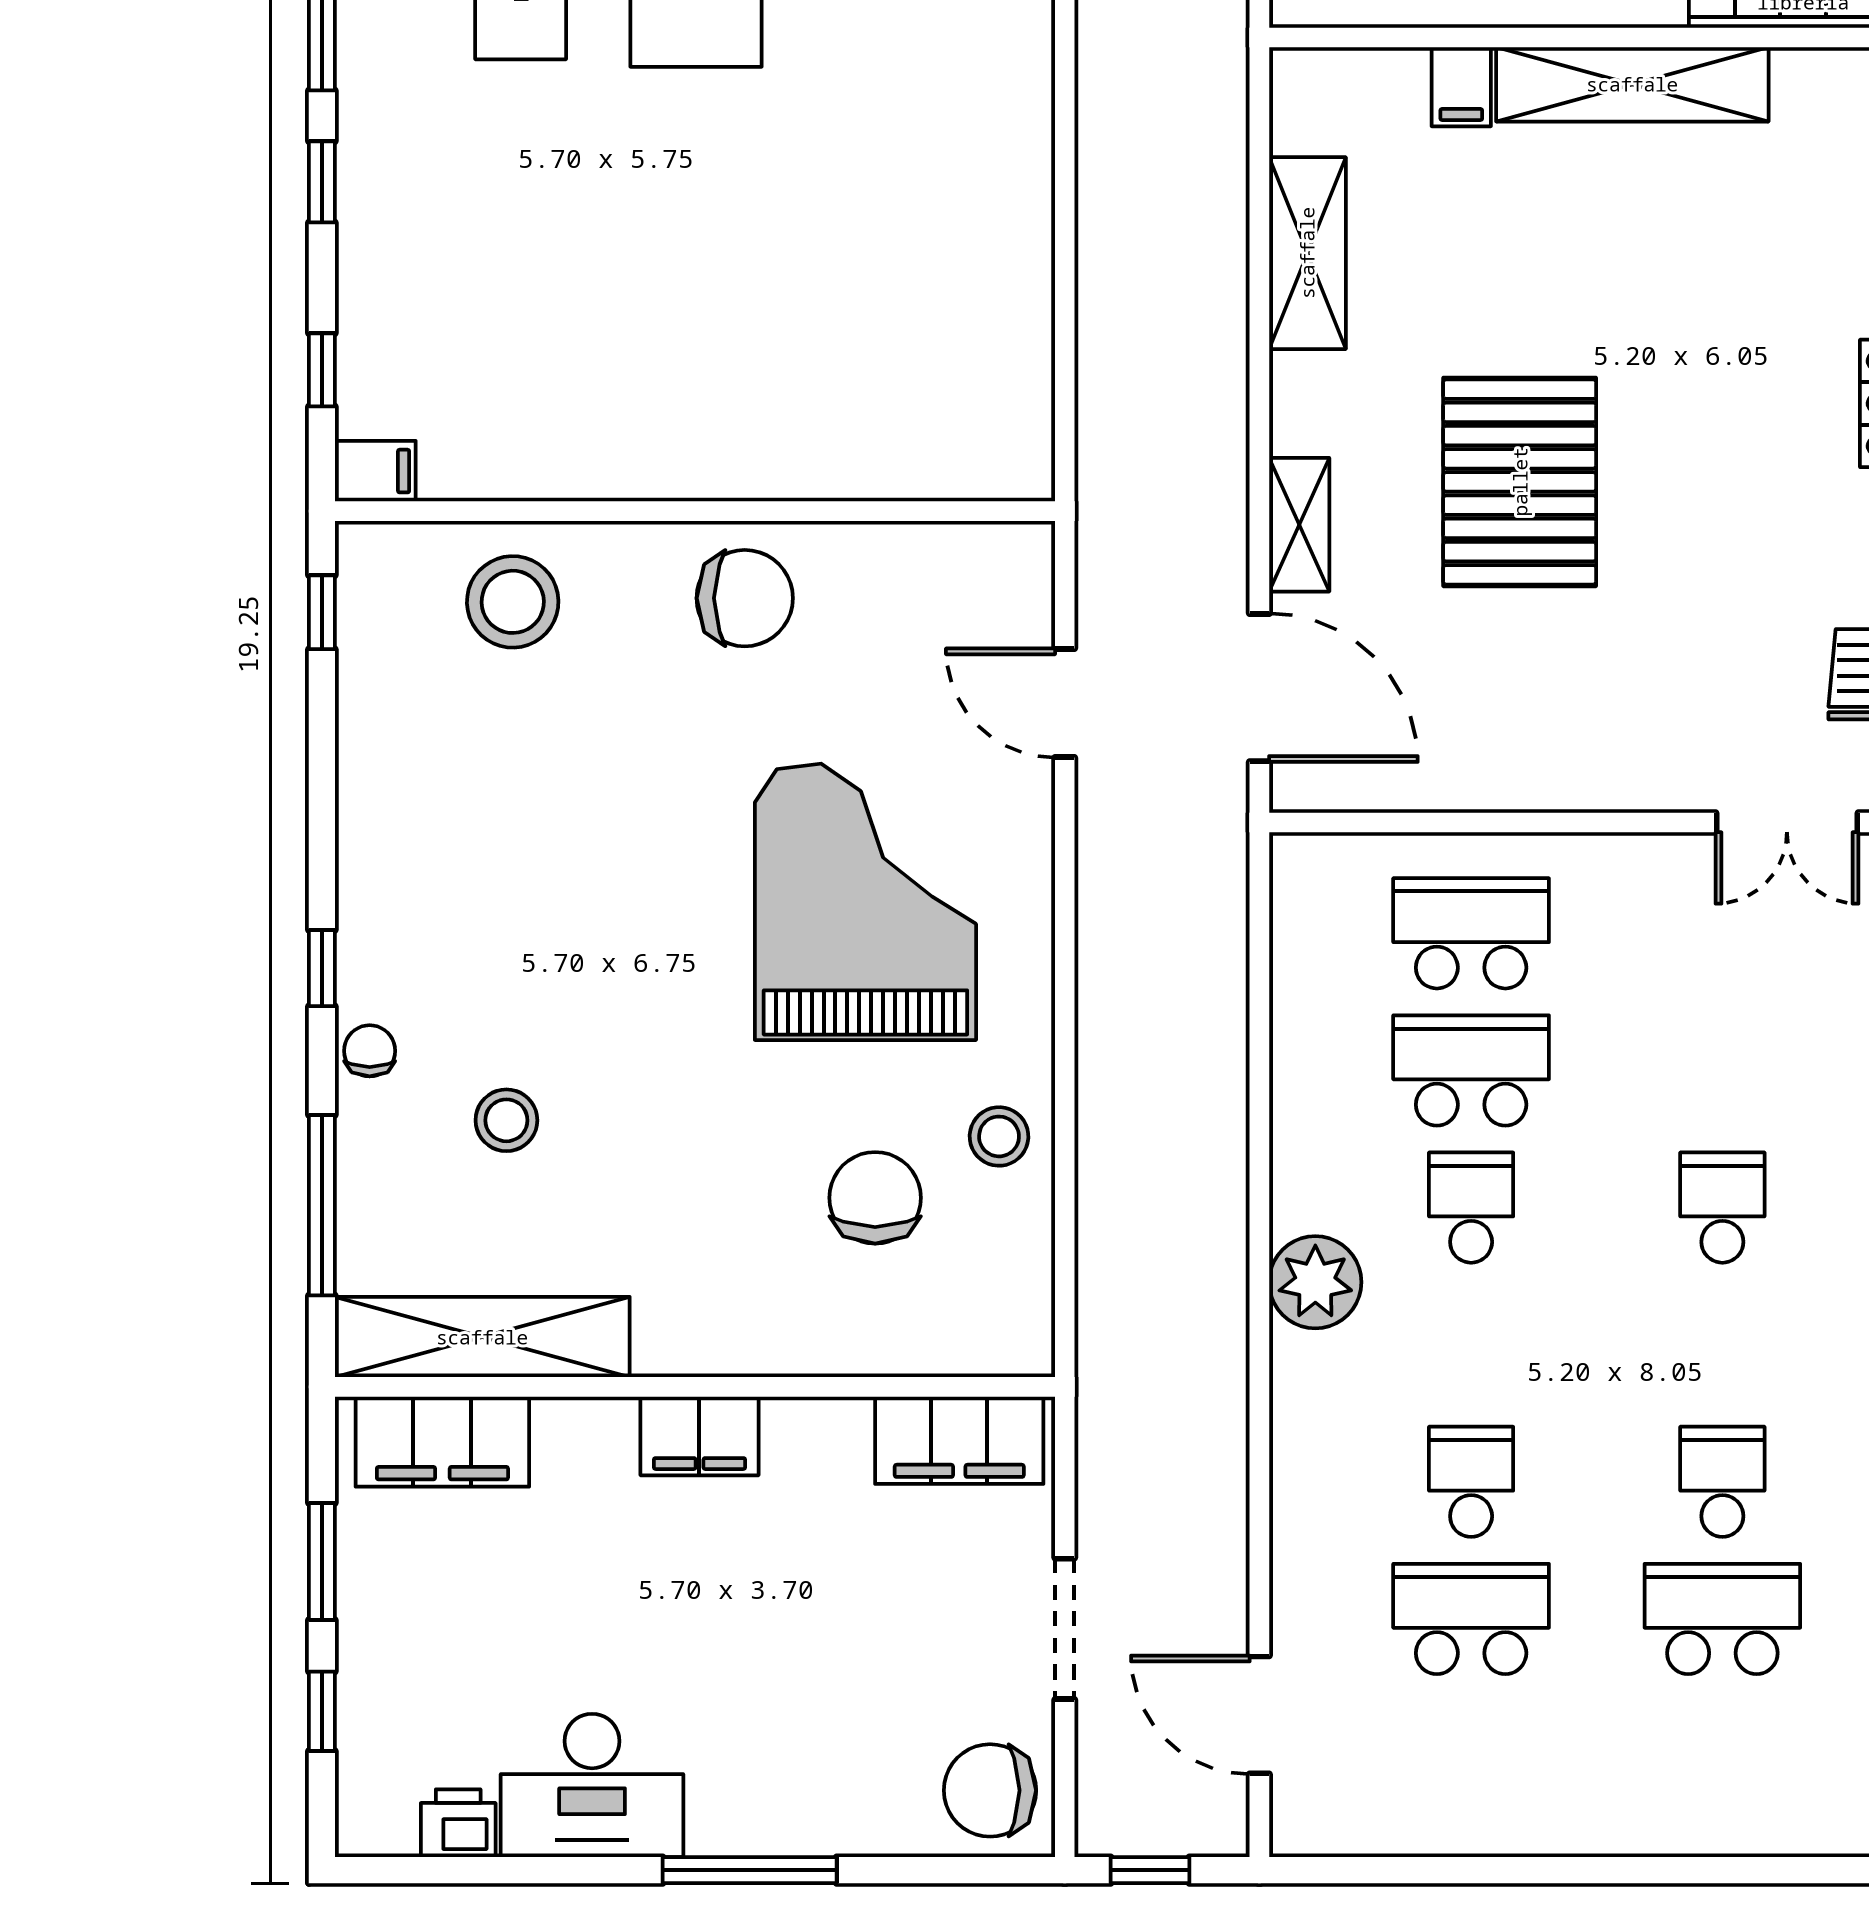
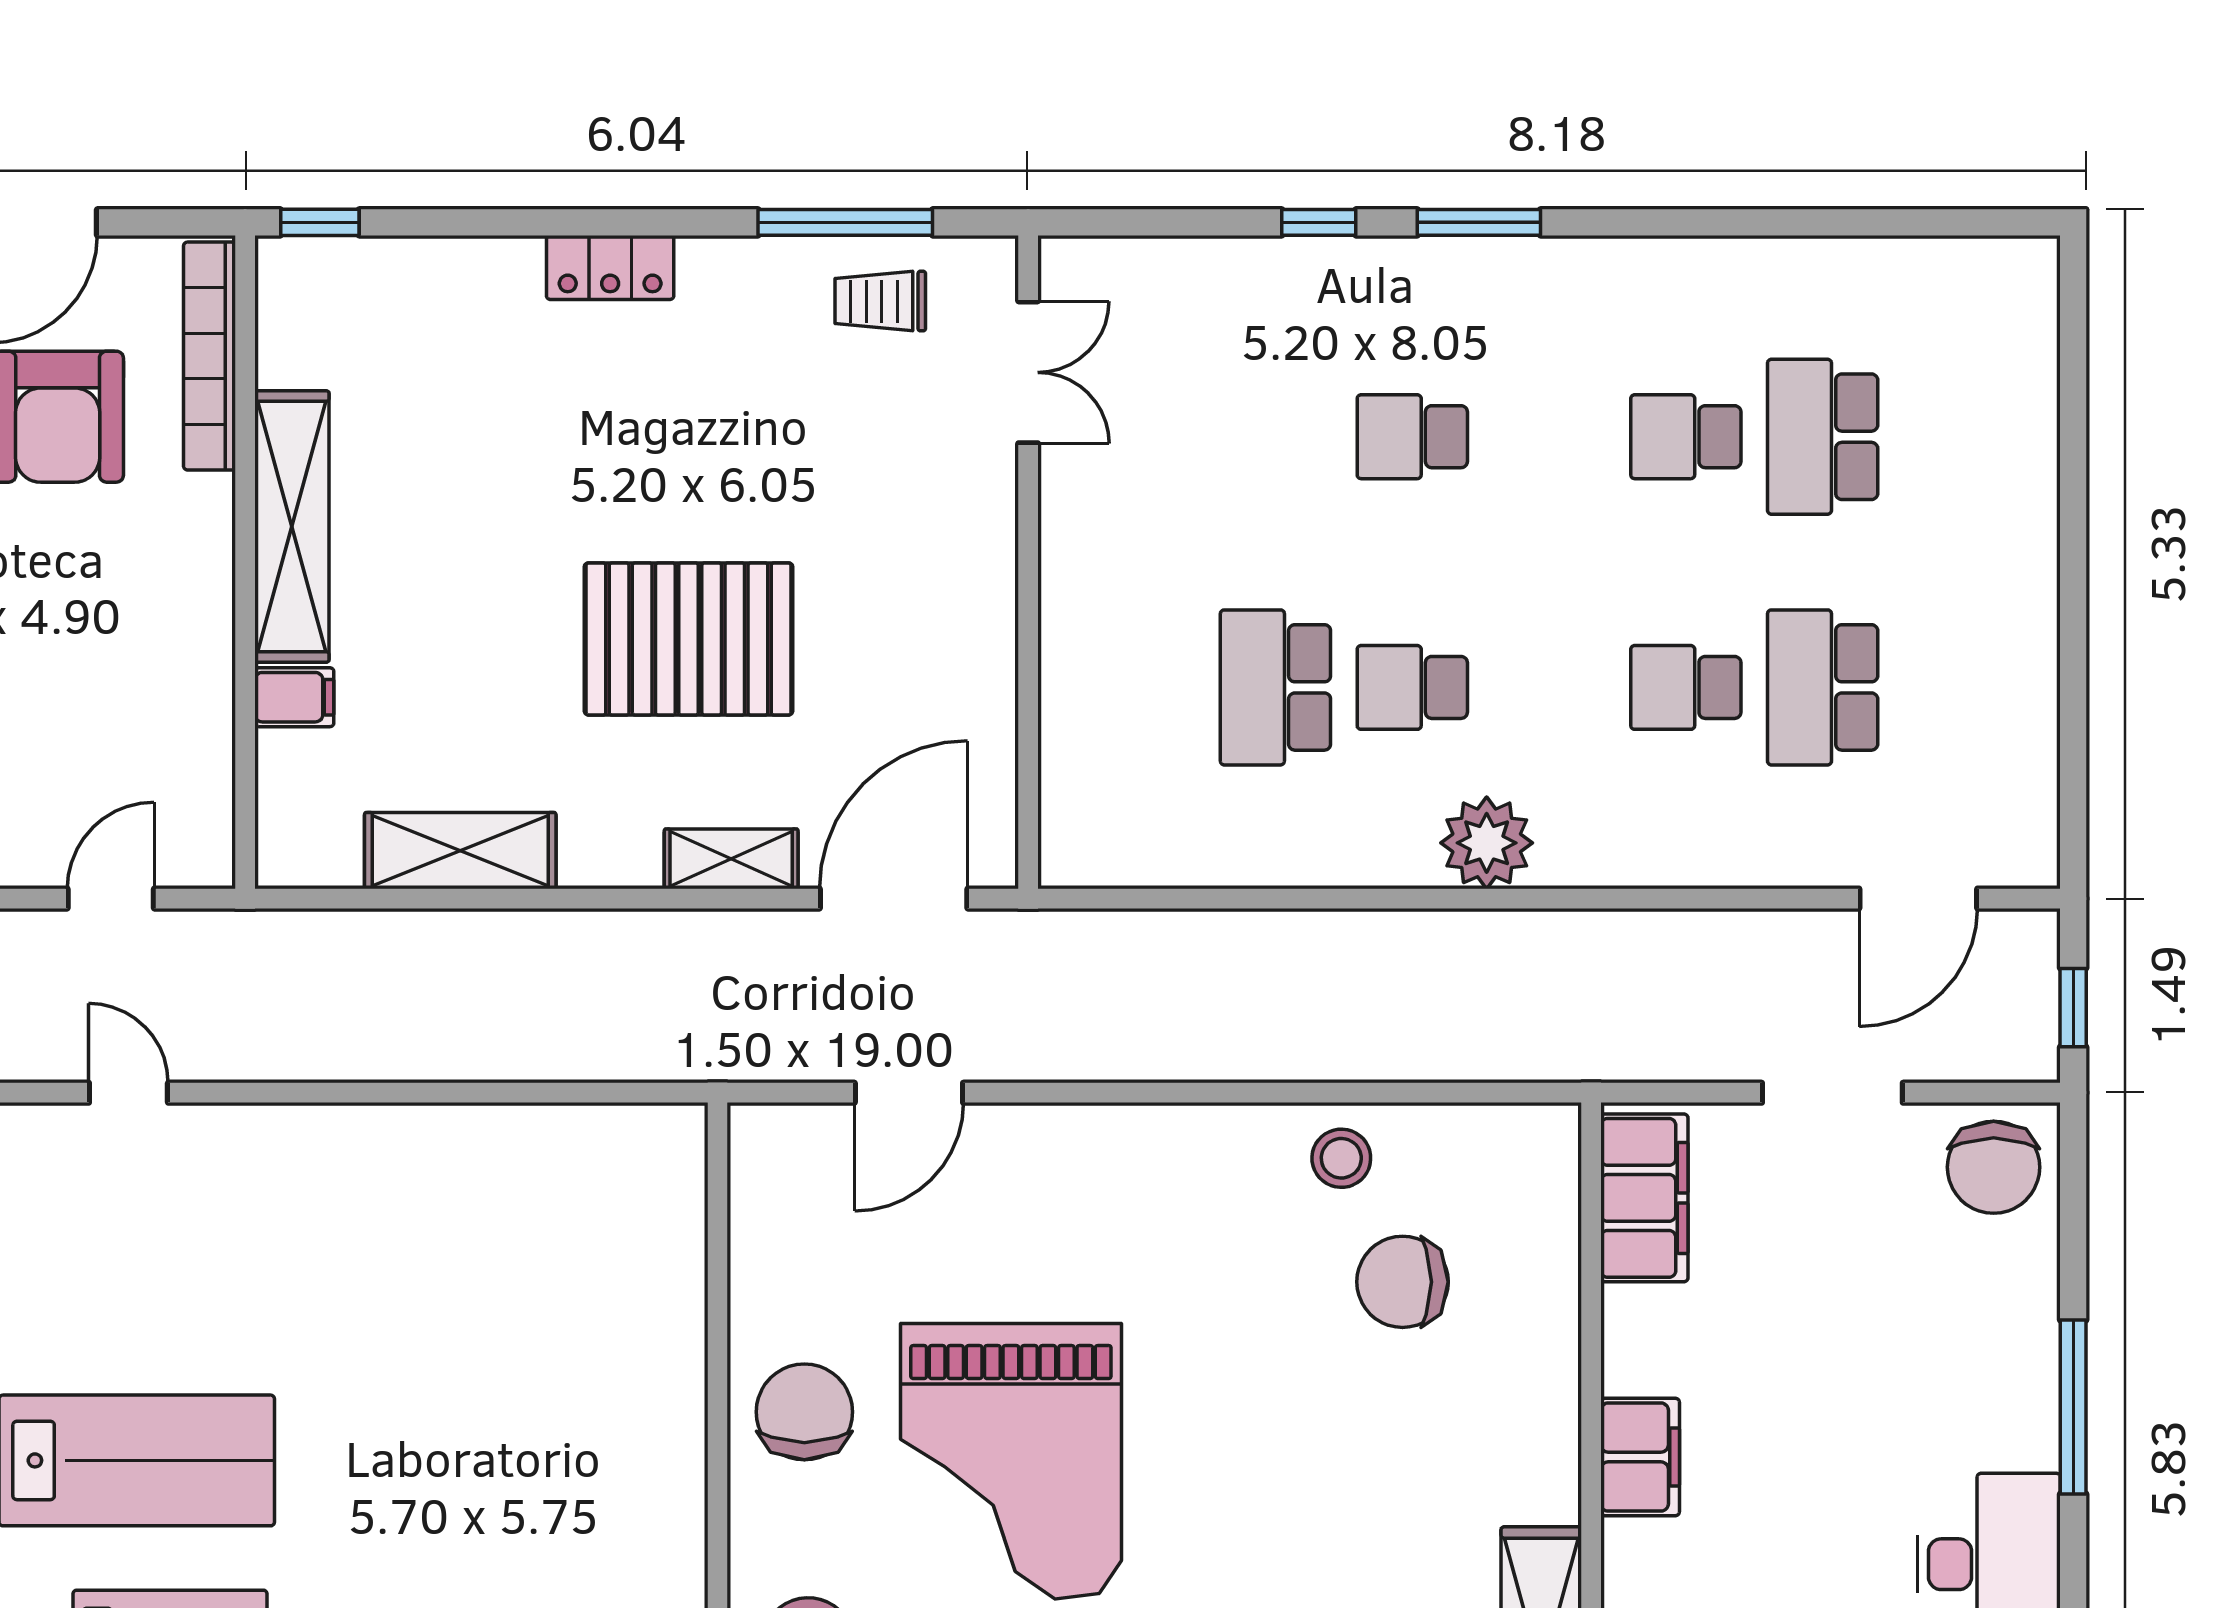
grand piano: (865, 902) -> (1011, 1461), moved, turned -90
school desk: (1471, 933) -> (1139, 687), removed

